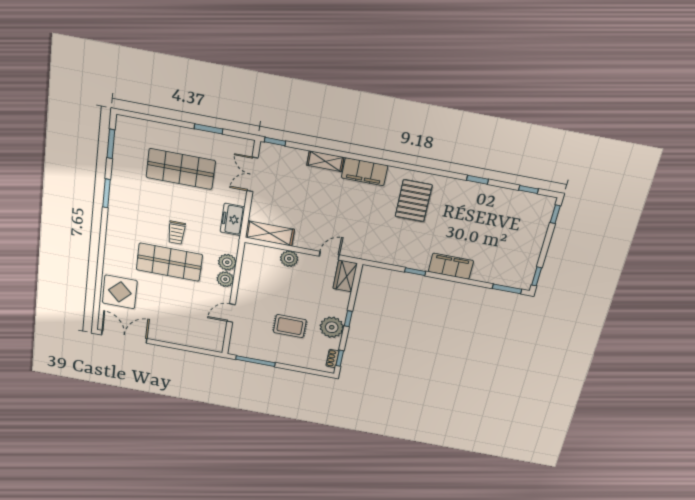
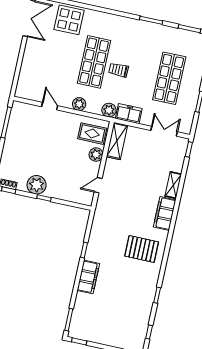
door: (329, 256) -> (98, 185), swing flipped
plant: (227, 262) -> (109, 110), moved
wardrobe: (345, 276) -> (81, 197), removed
rug: (290, 326) -> (92, 134), moved, turned 90

